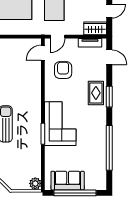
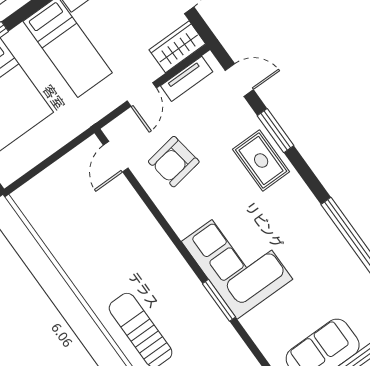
door: (58, 37) -> (142, 95), moved
armchair: (63, 70) -> (174, 162), turned -99
window: (109, 97) -> (276, 131), moved

